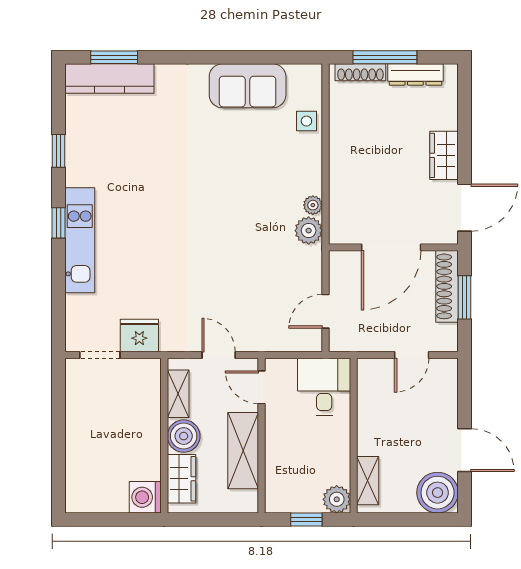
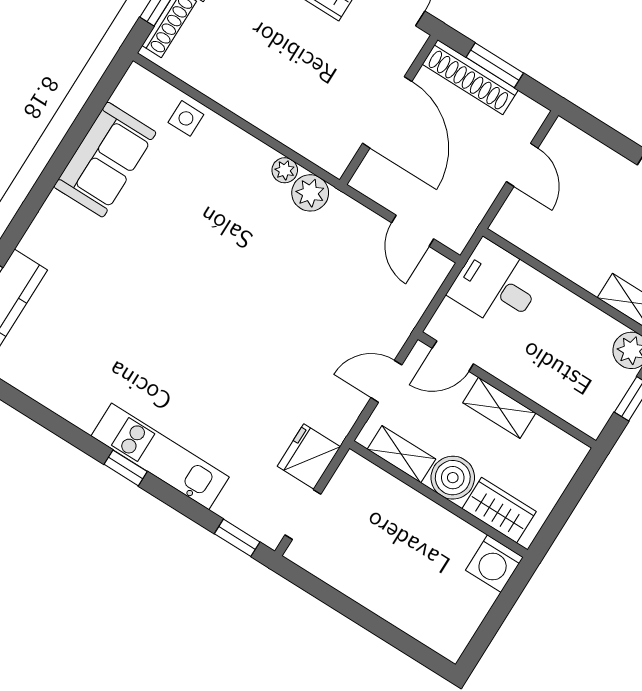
window: (59, 151) -> (237, 538), moved
shelving: (243, 451) -> (499, 408), width x0.67, depth x0.75

